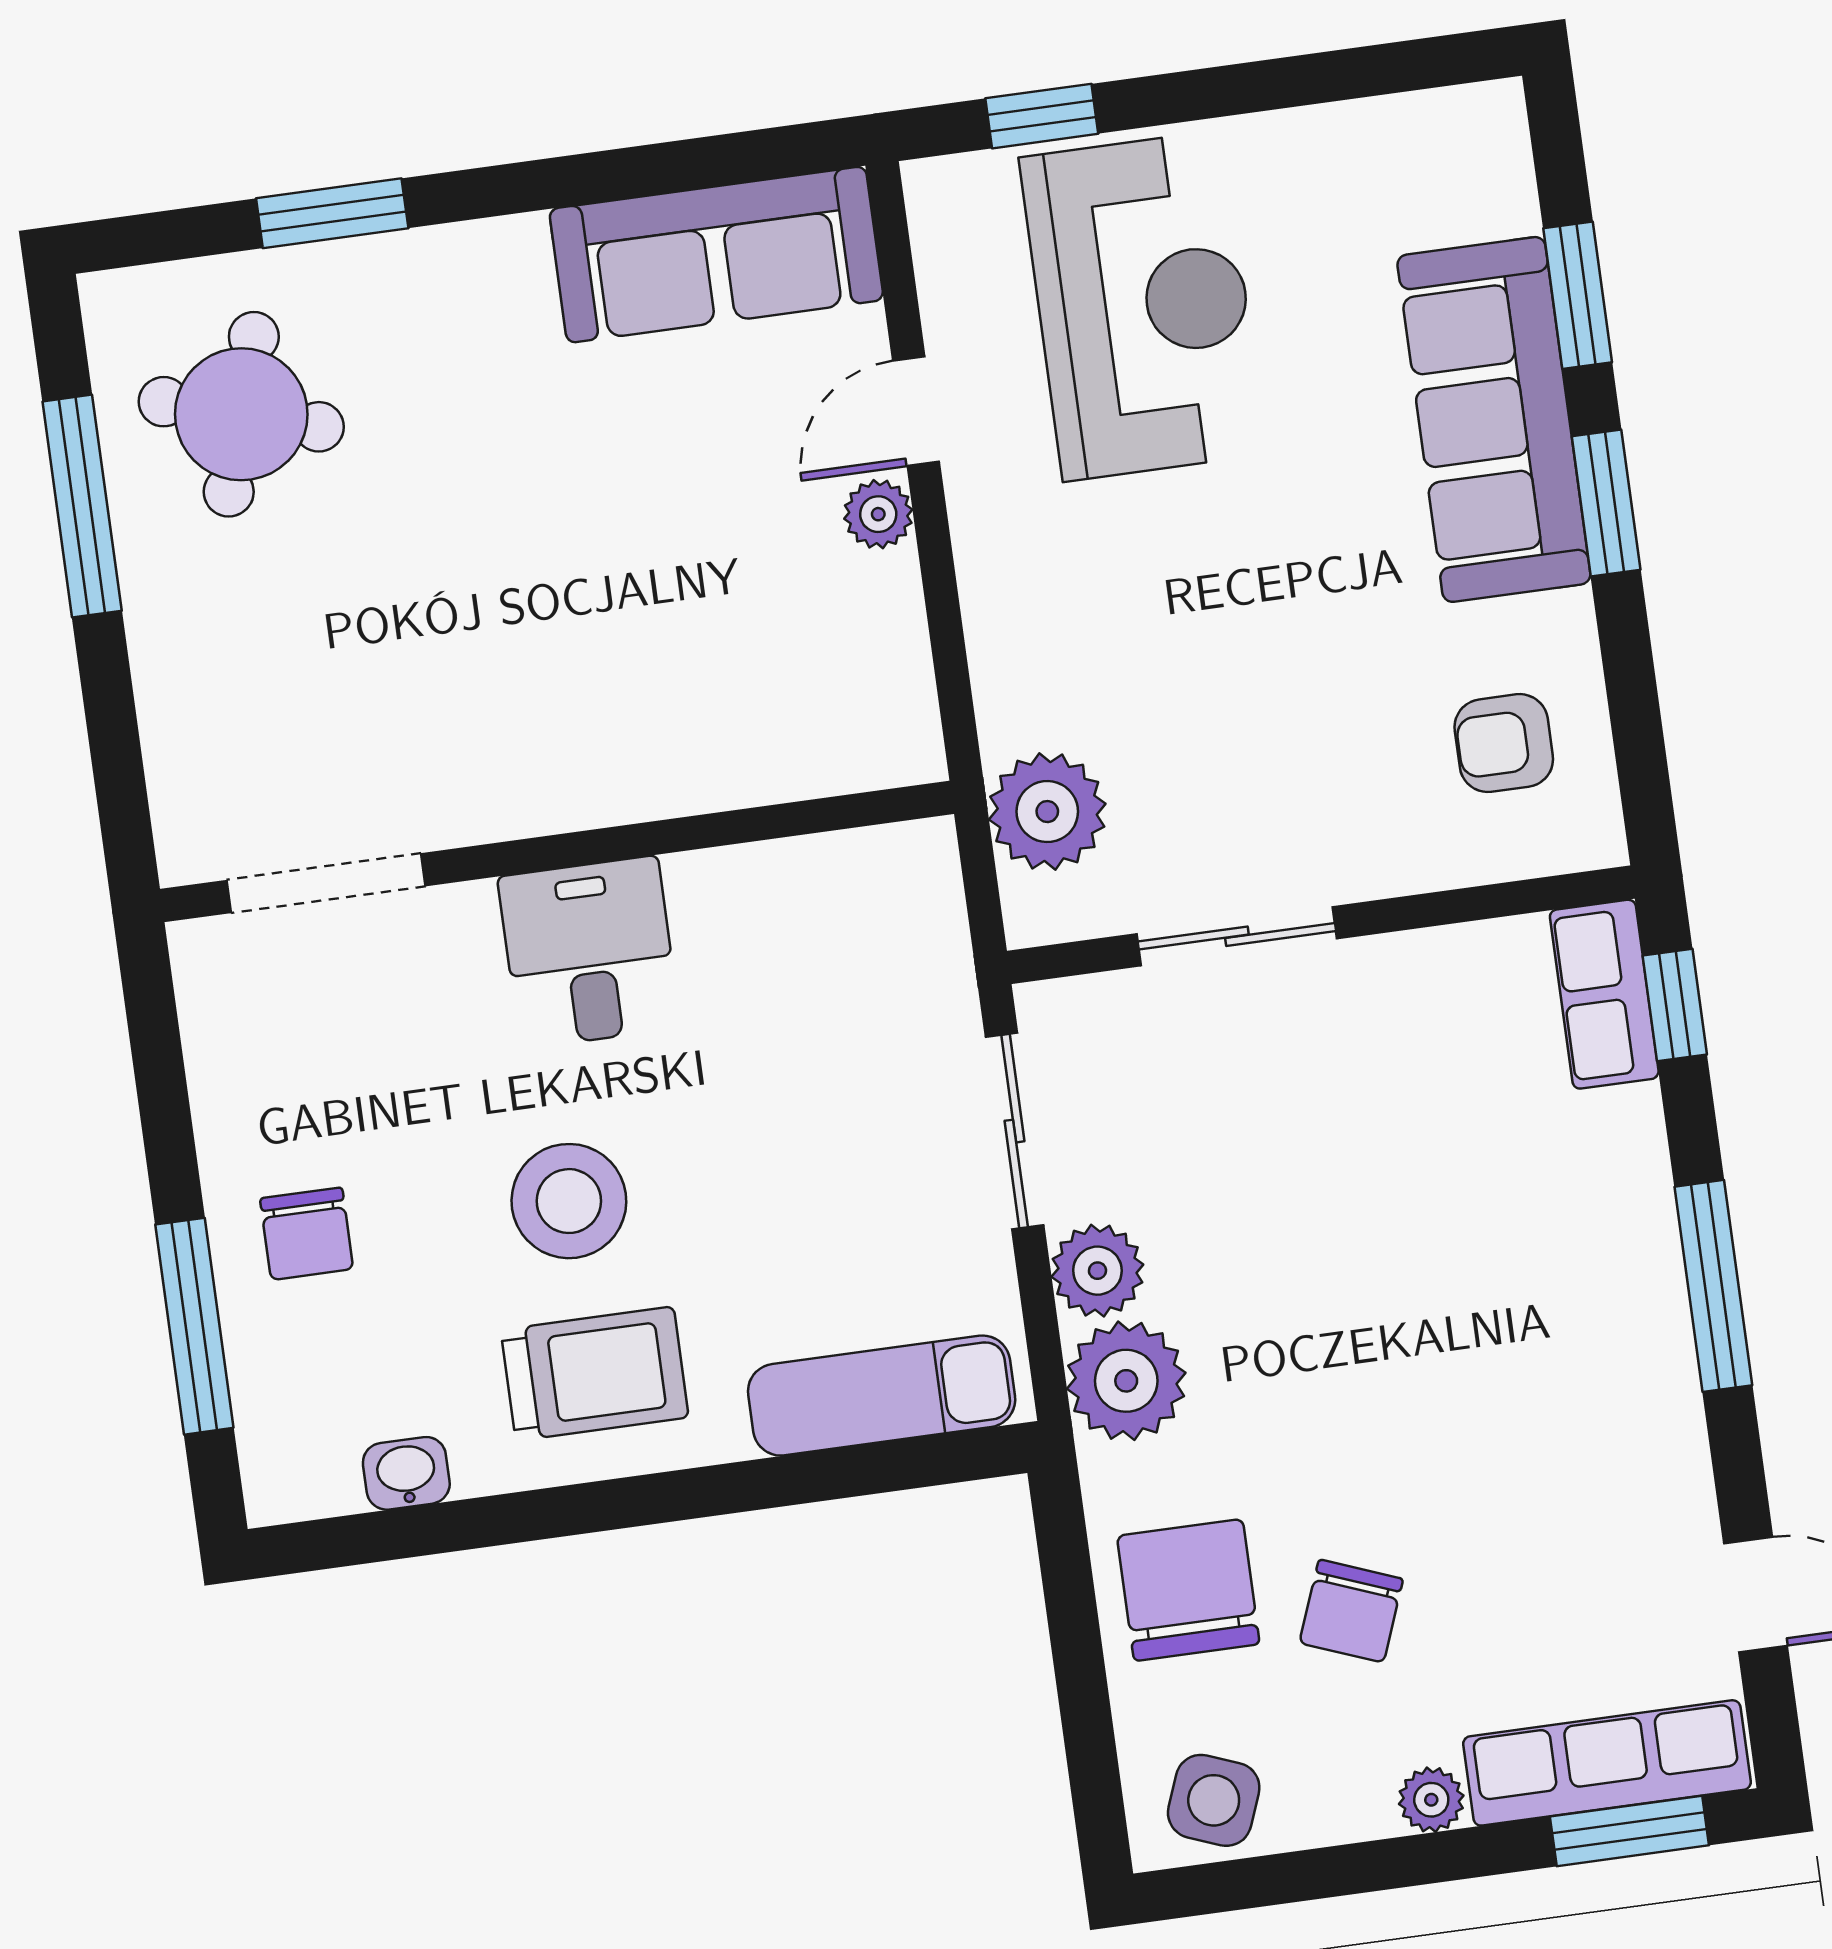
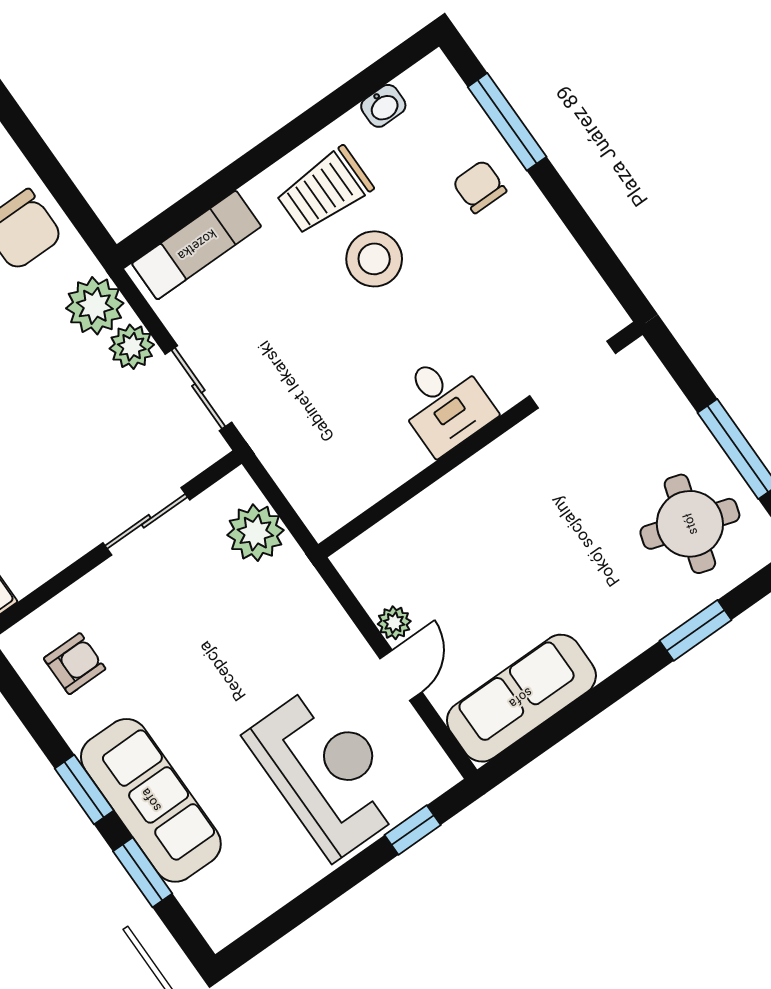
reception desk: (1143, 306) -> (327, 771), turned 180
wall: (557, 851) -> (480, 440), moved
doorway: (326, 883) -> (573, 375), moved
desk: (589, 952) -> (444, 403), moved

